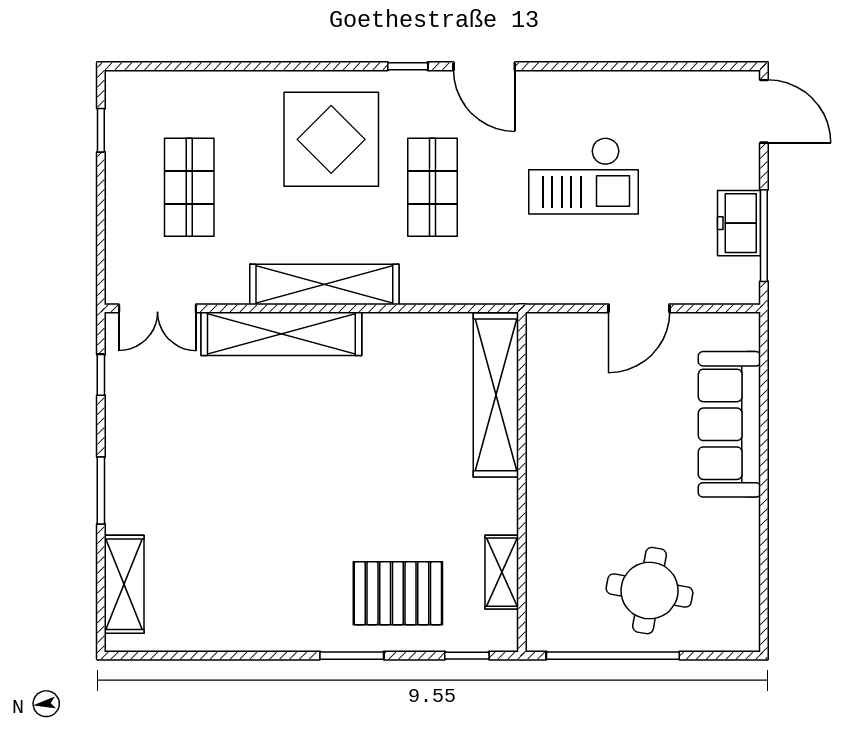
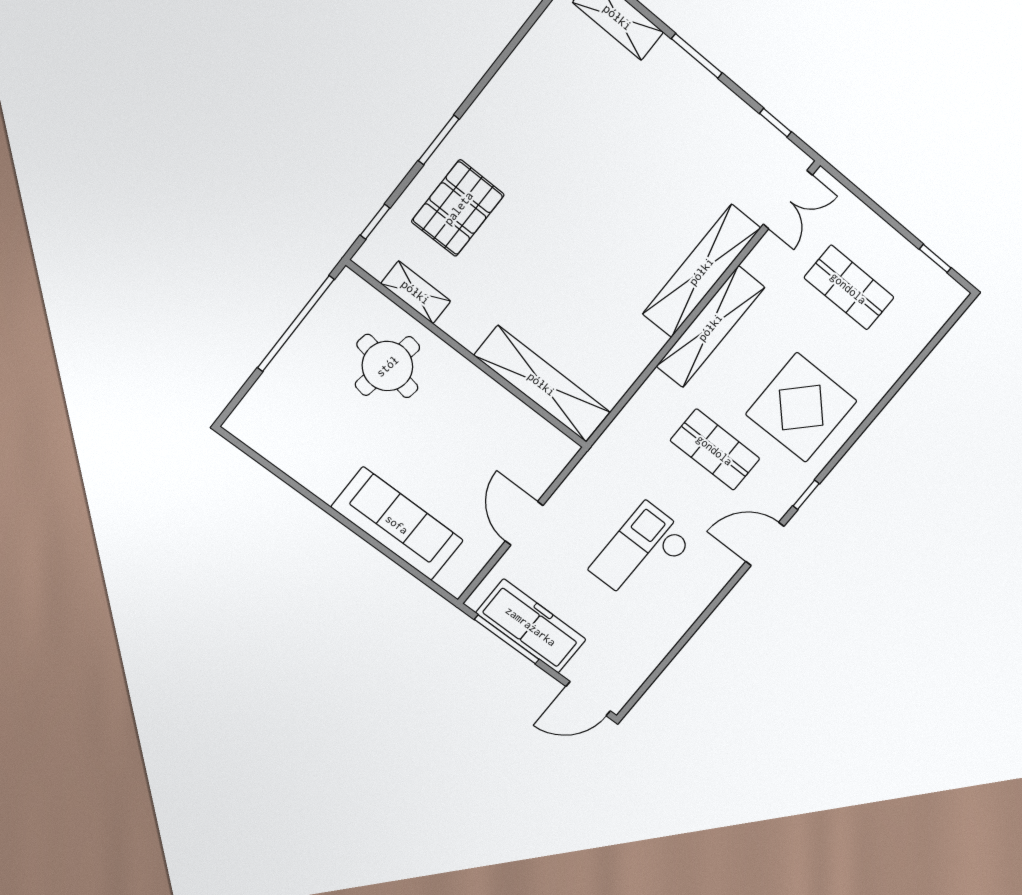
freezer: (739, 223) -> (531, 626), width x1.91, depth x1.26
double door: (157, 308) -> (788, 200), swing flipped
round table: (650, 591) -> (387, 366), moved

